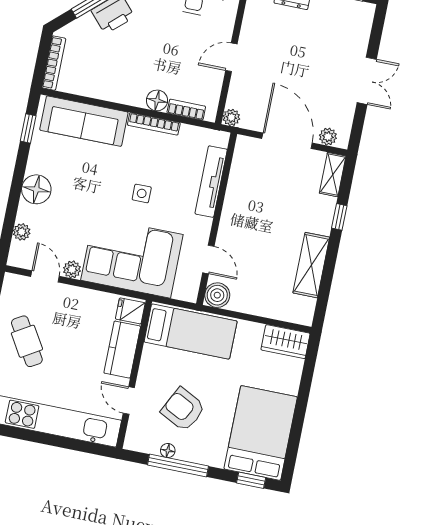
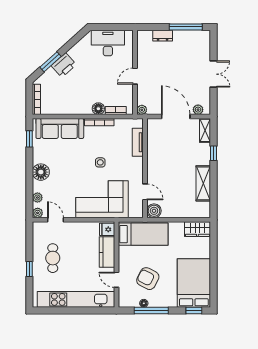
tv unit: (211, 182) -> (138, 142), width x0.71
plant: (72, 269) -> (38, 213), moved
cafe table: (27, 341) -> (53, 258), turned 31

